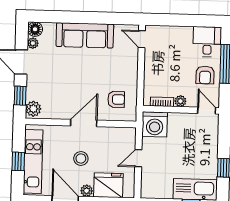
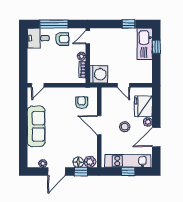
floor lamp: (35, 29) -> (78, 162), moved

